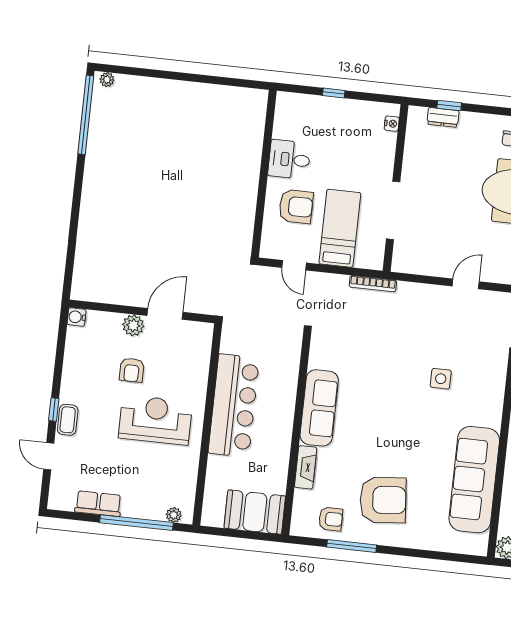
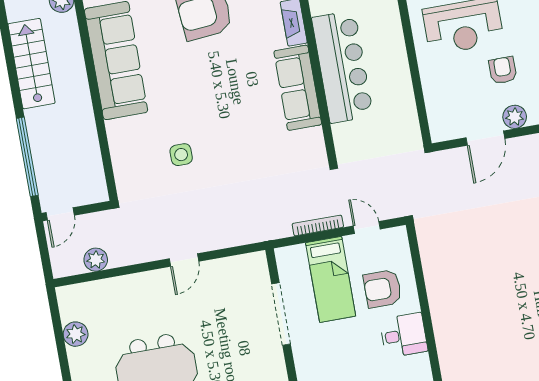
bookcase: (373, 284) -> (318, 225), moved
bar counter: (234, 406) -> (342, 67), moved, turned 180

